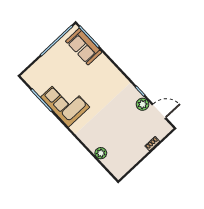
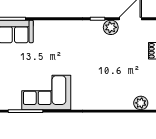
plant: (101, 153) -> (141, 103), moved

